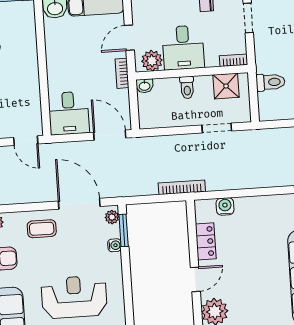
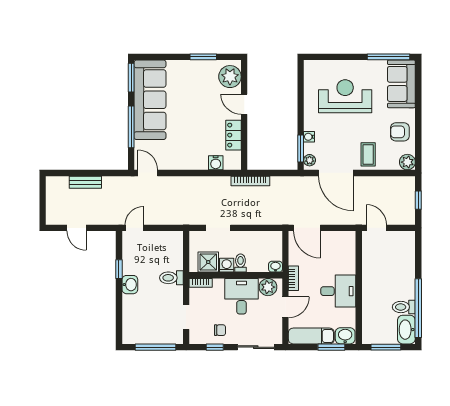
toilet: (270, 82) -> (171, 278), moved
washing machine: (204, 84) -> (227, 265), added
desk: (69, 113) -> (338, 291), moved, turned 90
coffee table: (42, 229) -> (368, 154), turned 90
door: (195, 279) -> (244, 104), hinge flipped
reception desk: (74, 297) -> (345, 96), turned 180

